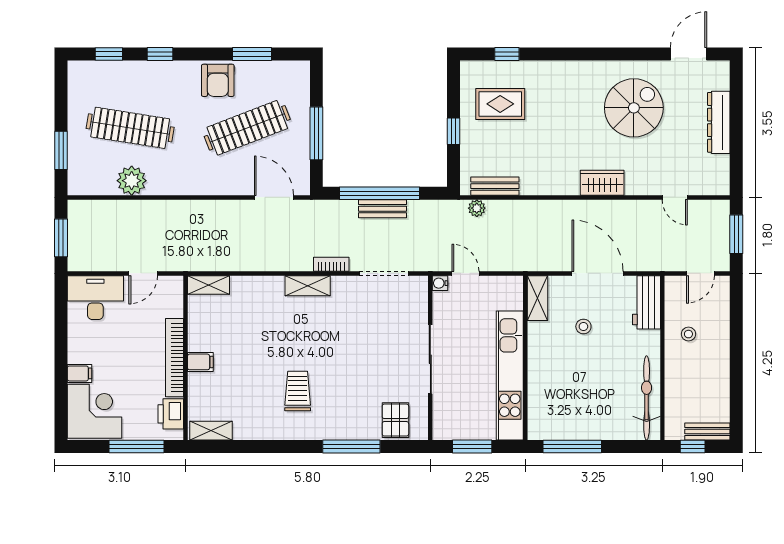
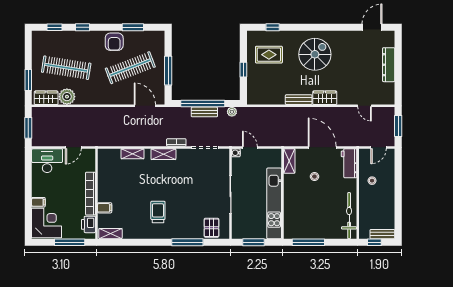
spiral stairs: (634, 108) -> (315, 54), moved
wardrobe: (94, 183) -> (46, 98), added
bench: (495, 186) -> (299, 100), moved
plant: (477, 208) -> (232, 112), moved
shelving: (209, 285) -> (132, 154), moved
filing cabinet: (200, 362) -> (105, 208), moved

